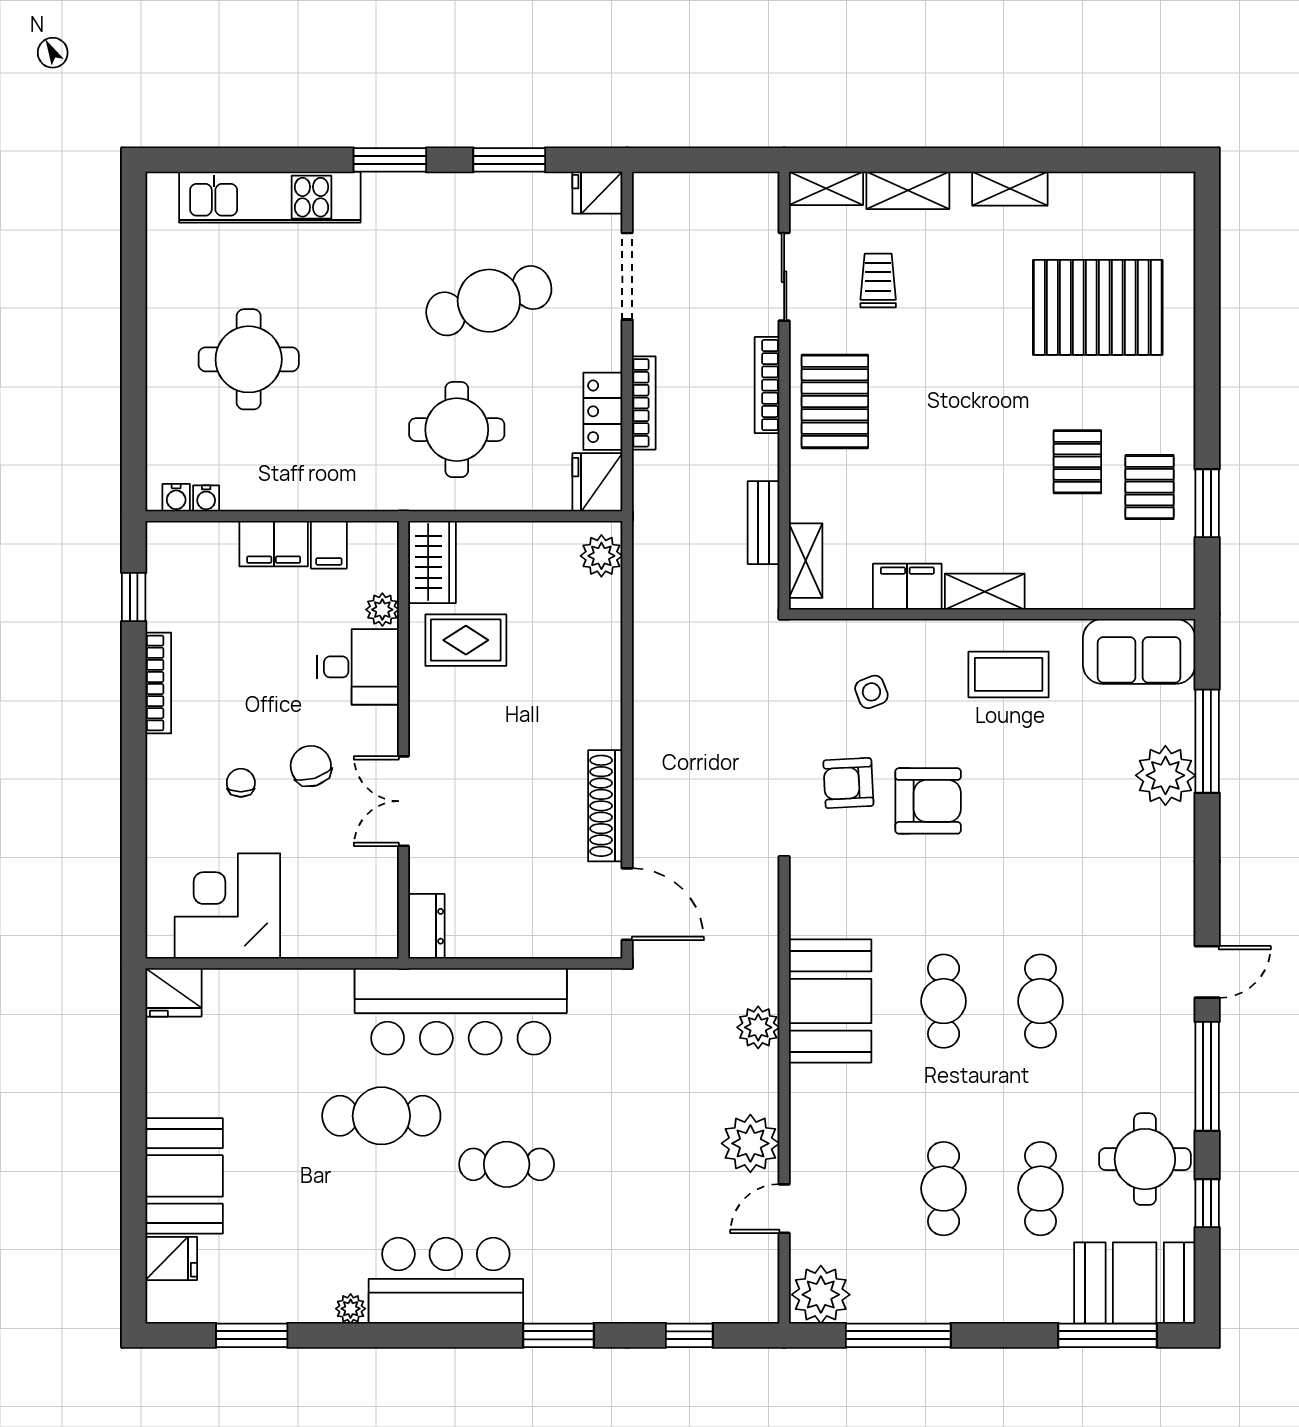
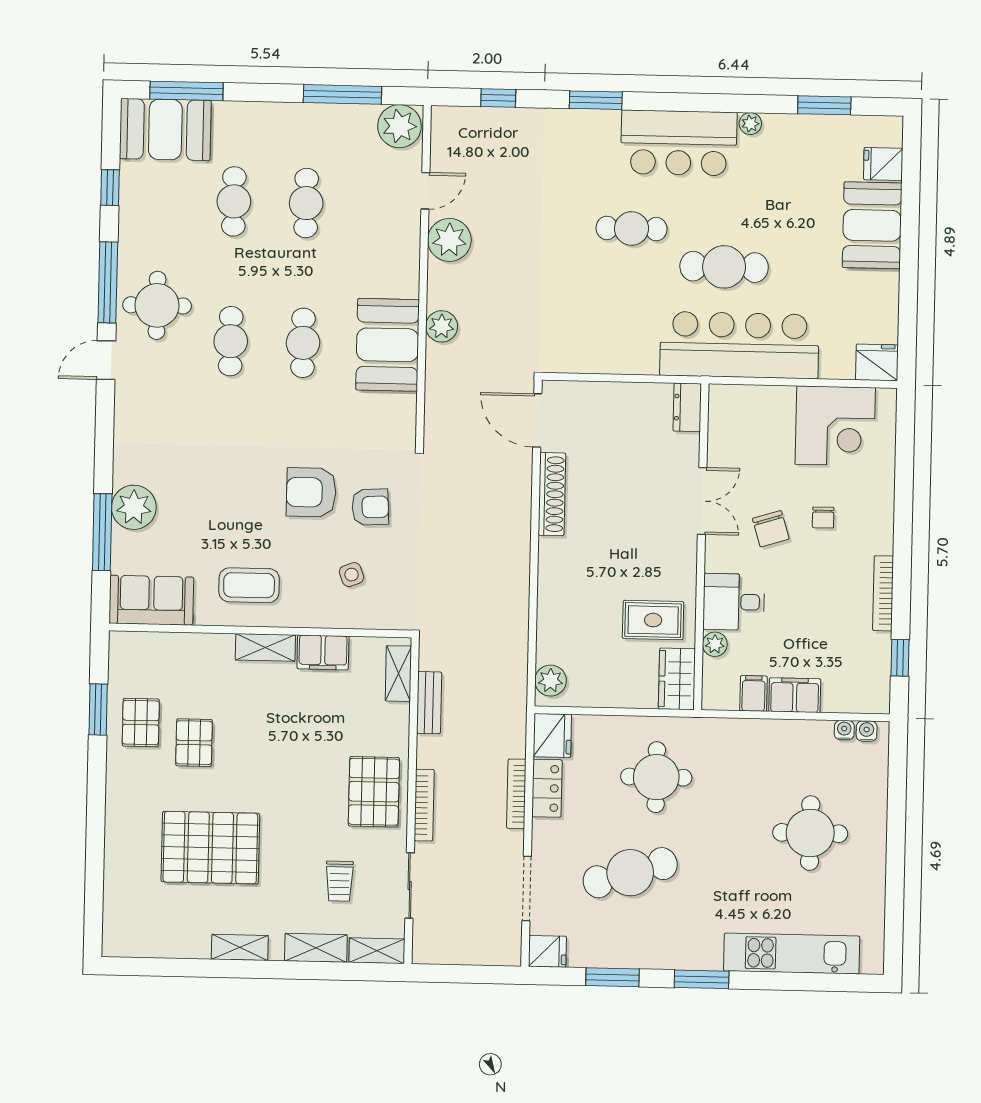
pallet: (1098, 307) -> (210, 848), moved
bar counter: (461, 1011) -> (739, 345), moved
round table: (1145, 1159) -> (157, 305), moved

